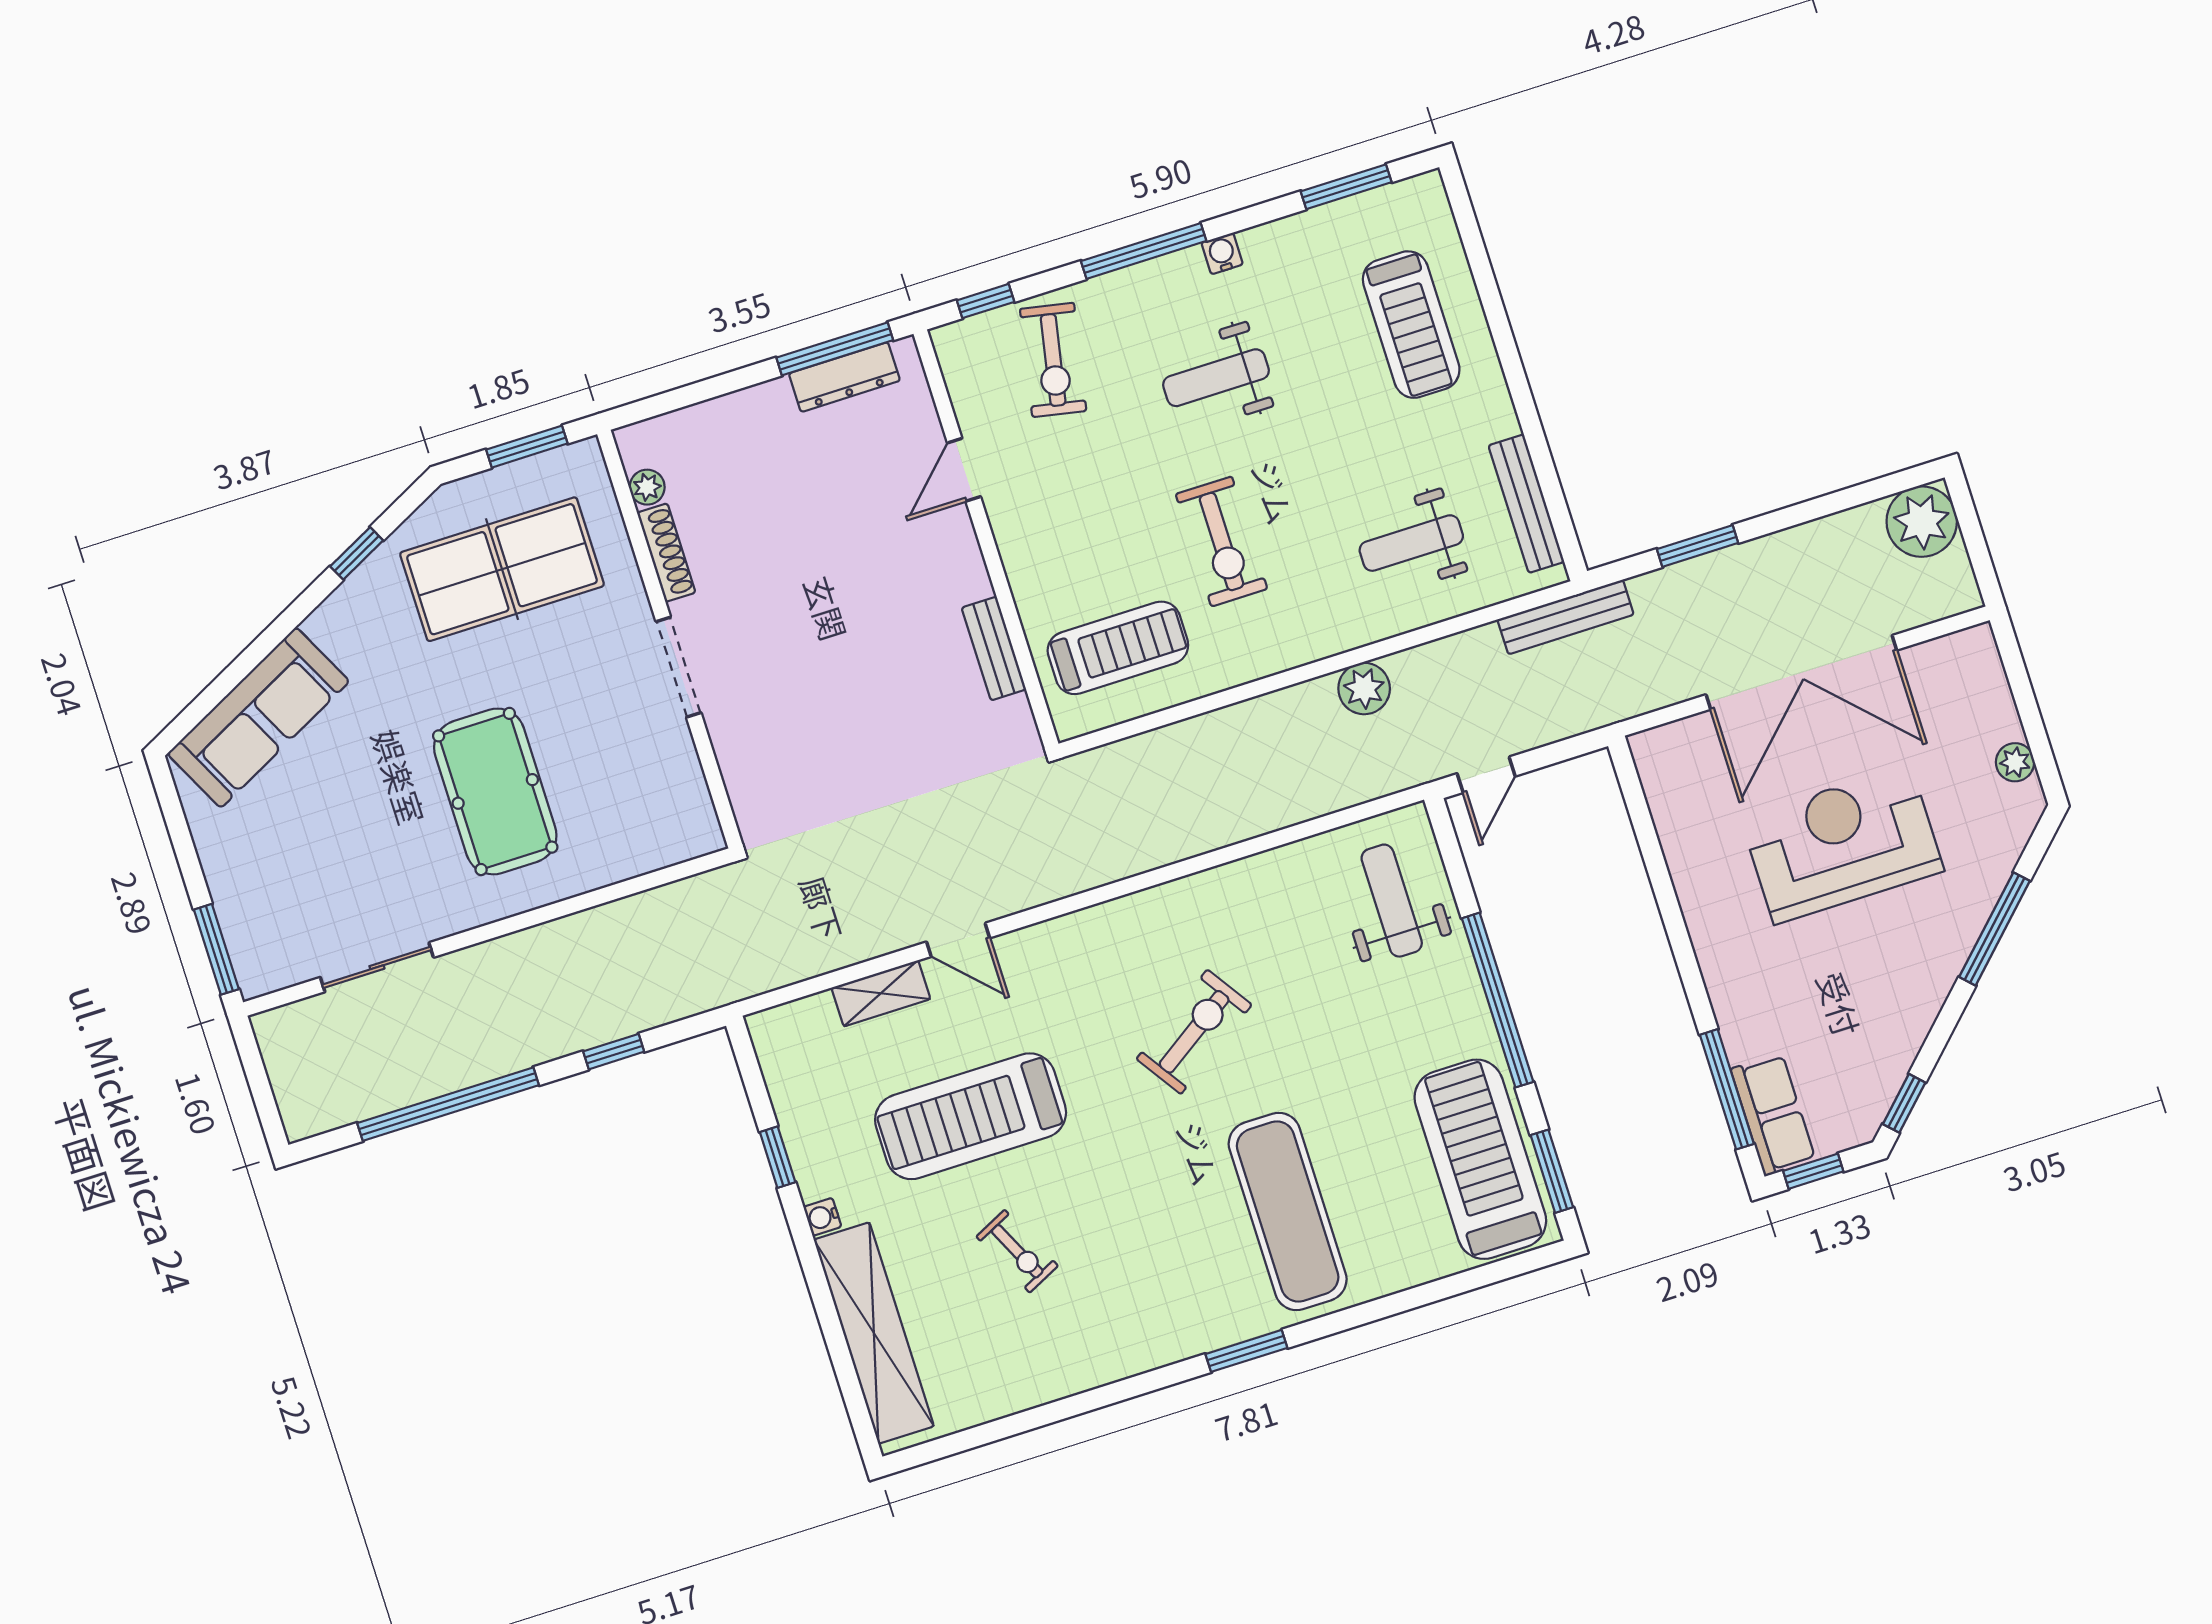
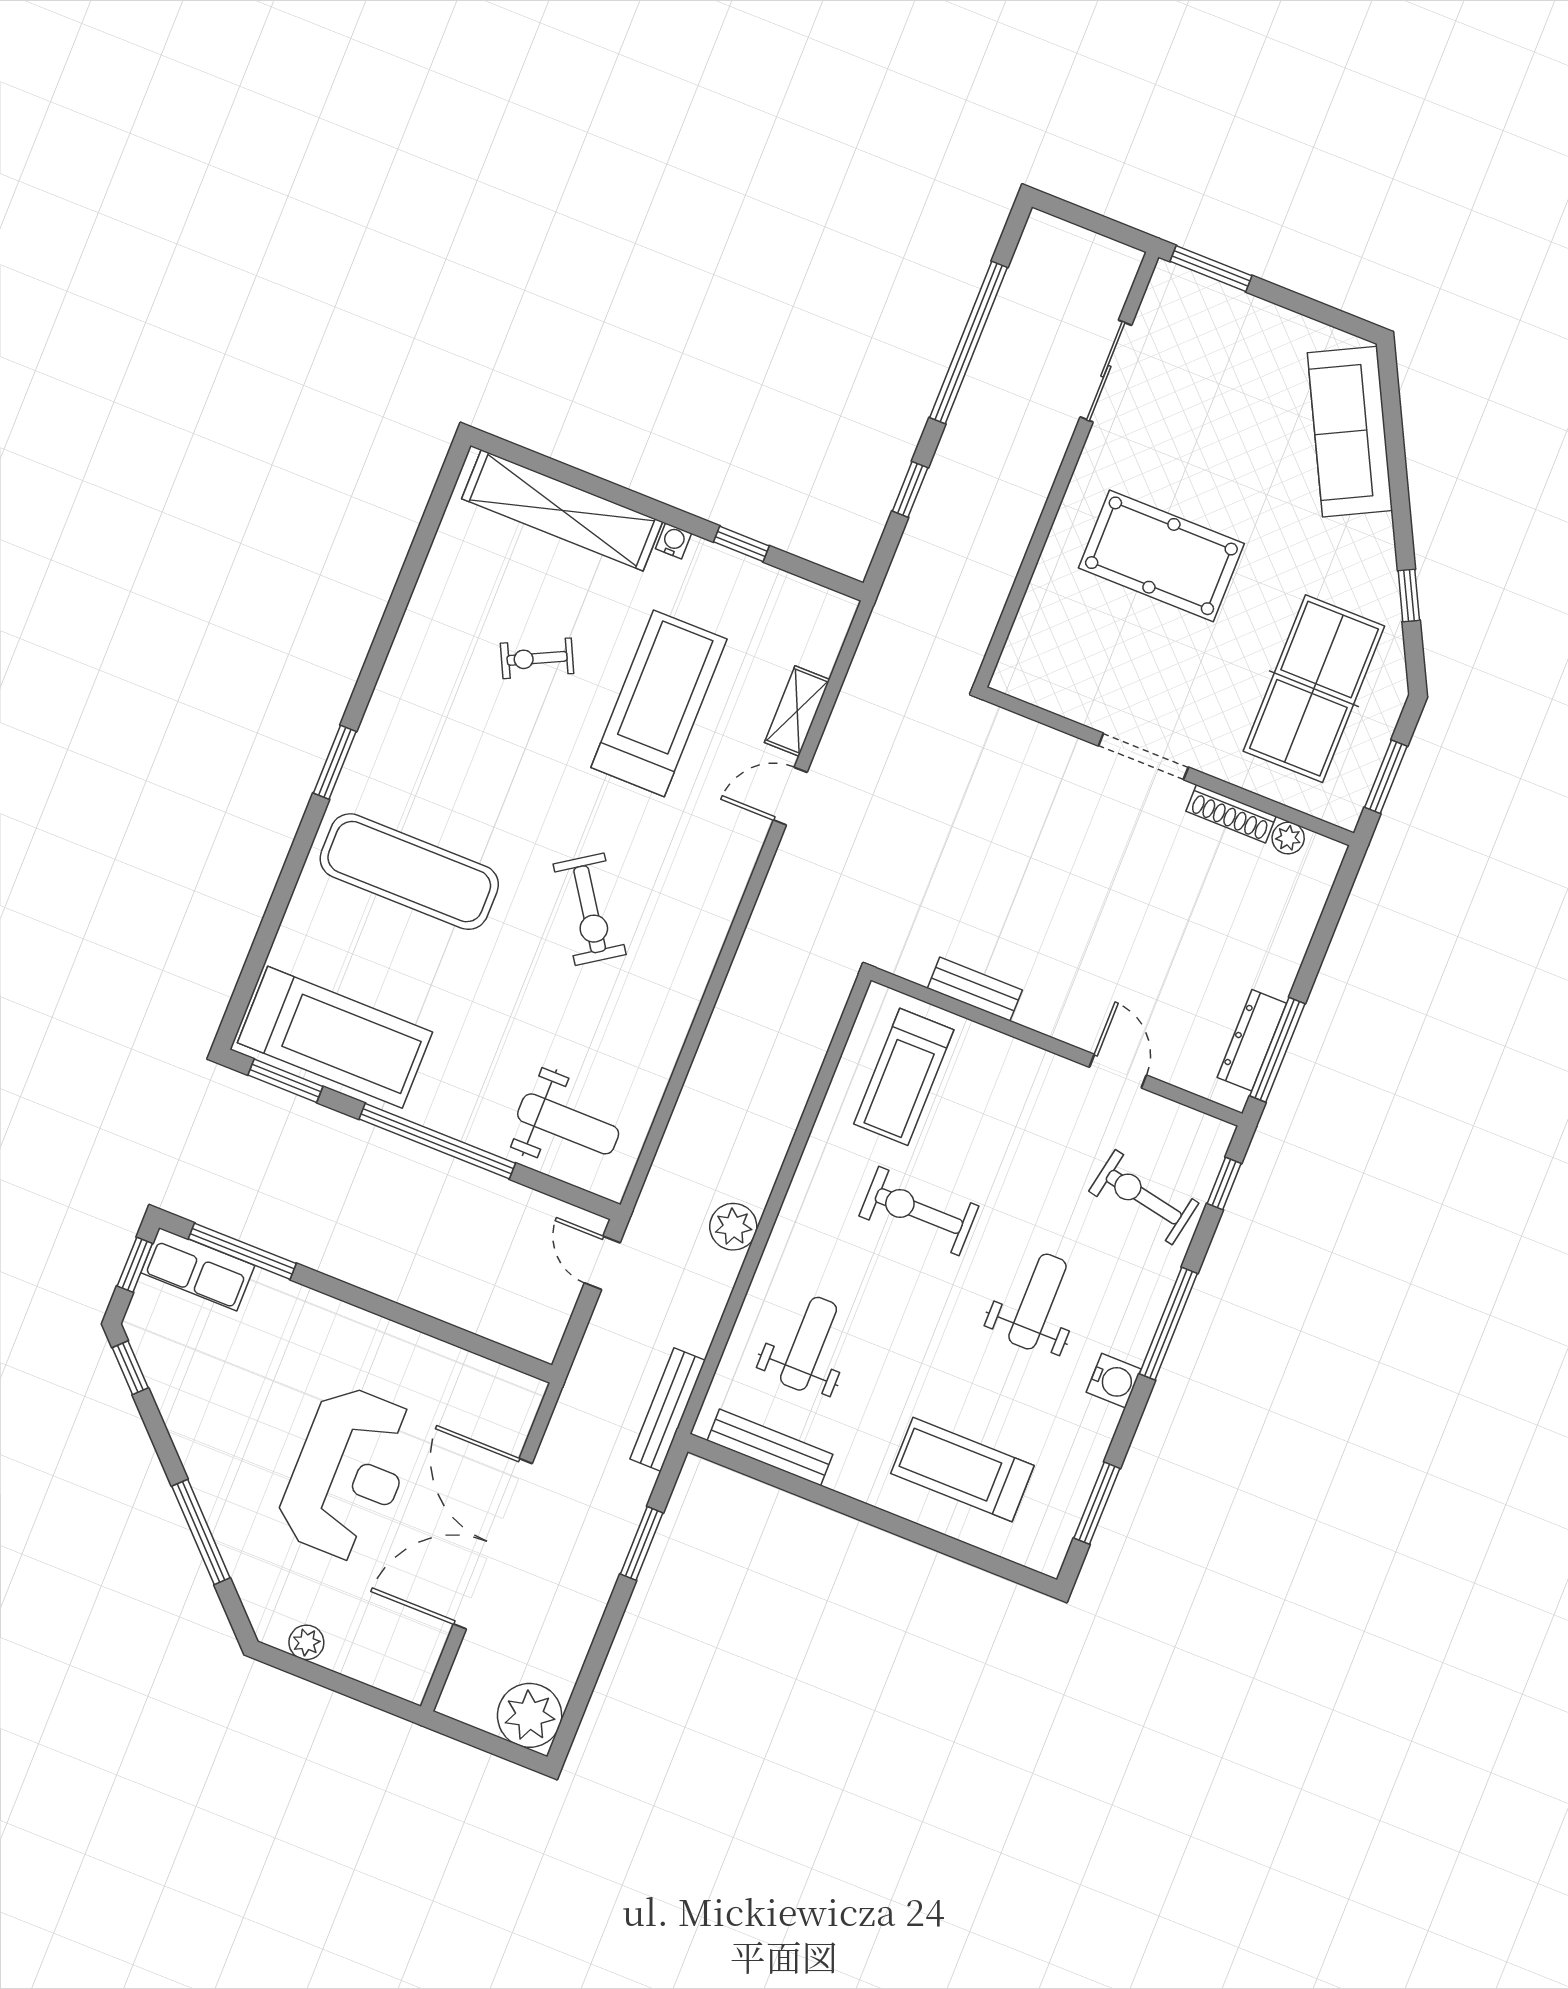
water cooler: (1222, 253) -> (1114, 1381), width x1.38, depth x1.38

